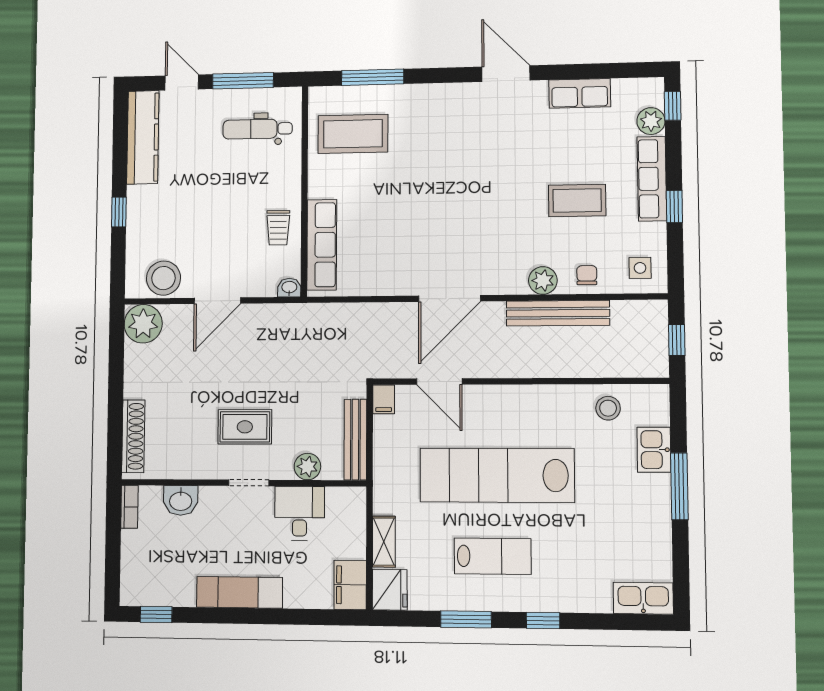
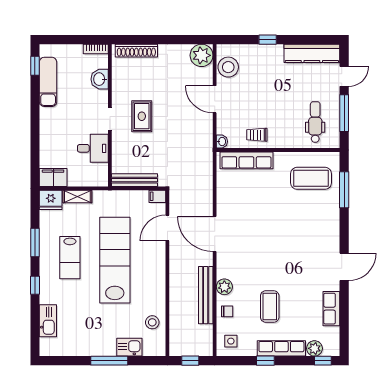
coffee table: (353, 134) -> (311, 178), turned 90
plant: (307, 467) -> (119, 153), removed
exam couch: (239, 592) -> (48, 82), moved
kitchen sink: (643, 598) -> (48, 321), moved

